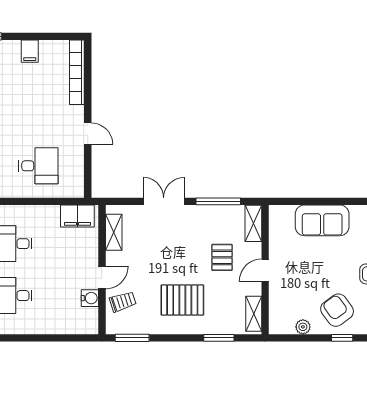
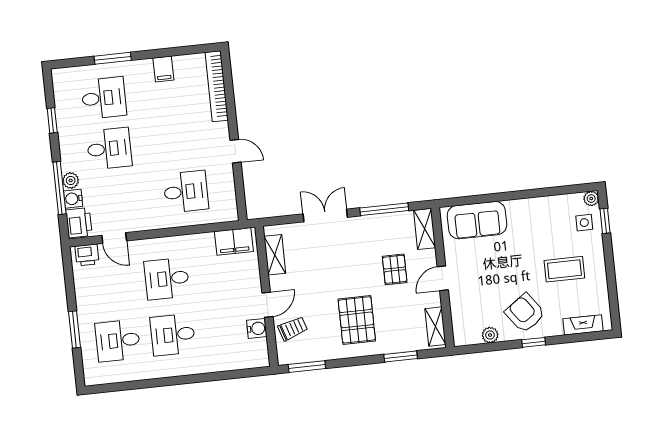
sofa: (322, 220) -> (477, 220), moved
pallet: (182, 300) -> (357, 320), turned 90

